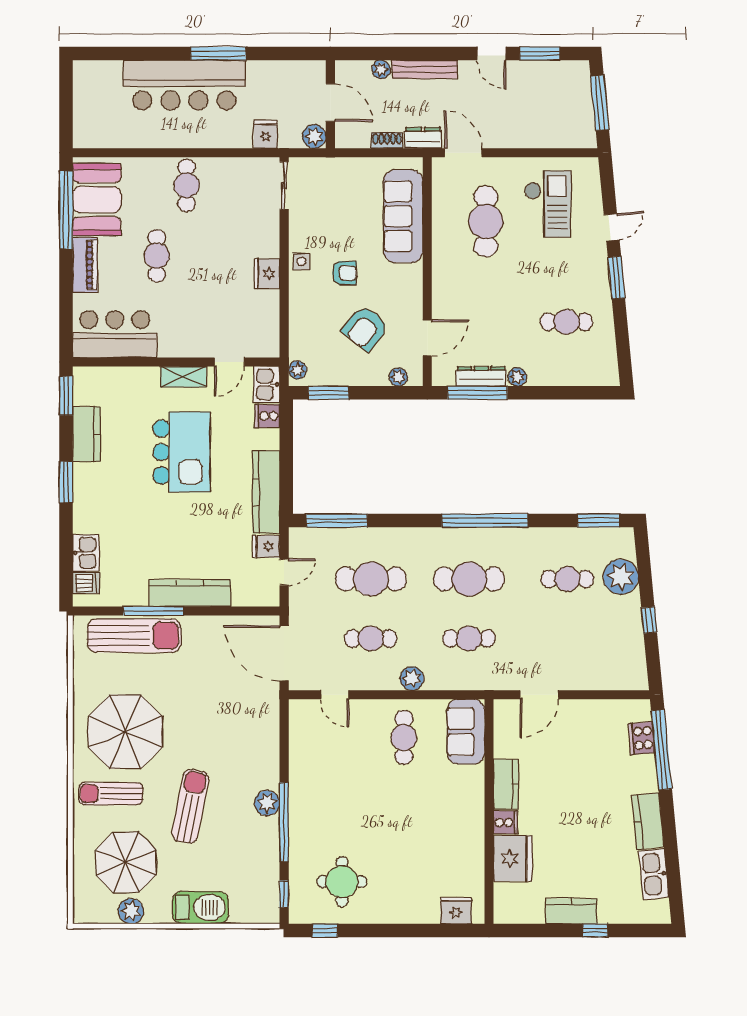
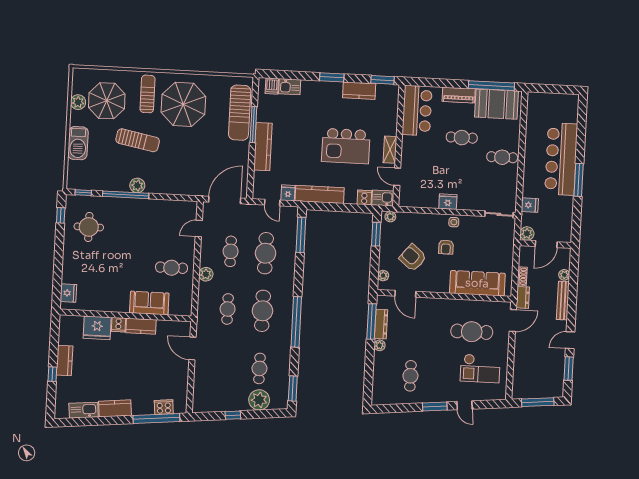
sofa: (466, 732) -> (149, 303), moved

